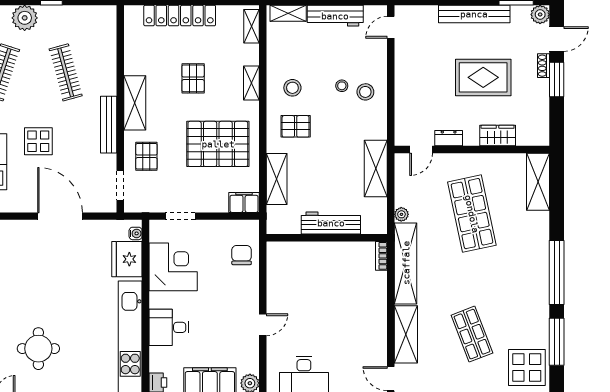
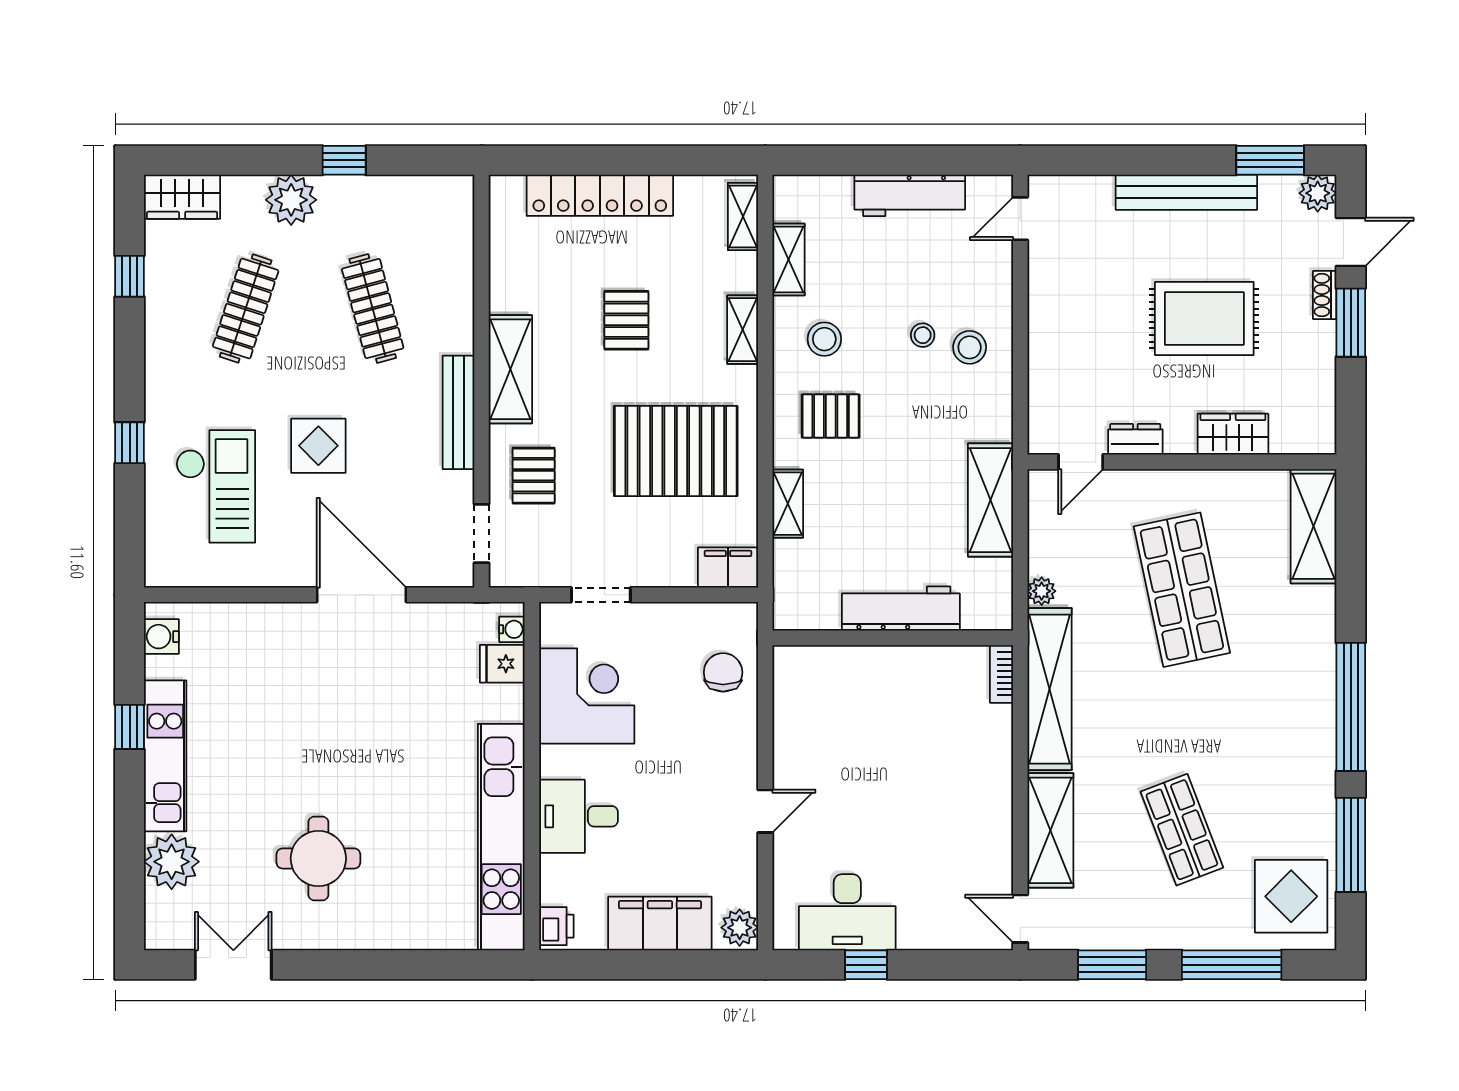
shelving: (288, 13) -> (789, 260), moved, turned 90
shelving: (277, 179) -> (788, 504), width x0.67, depth x0.75
fridge: (127, 259) -> (502, 664), width x0.53, depth x0.75

